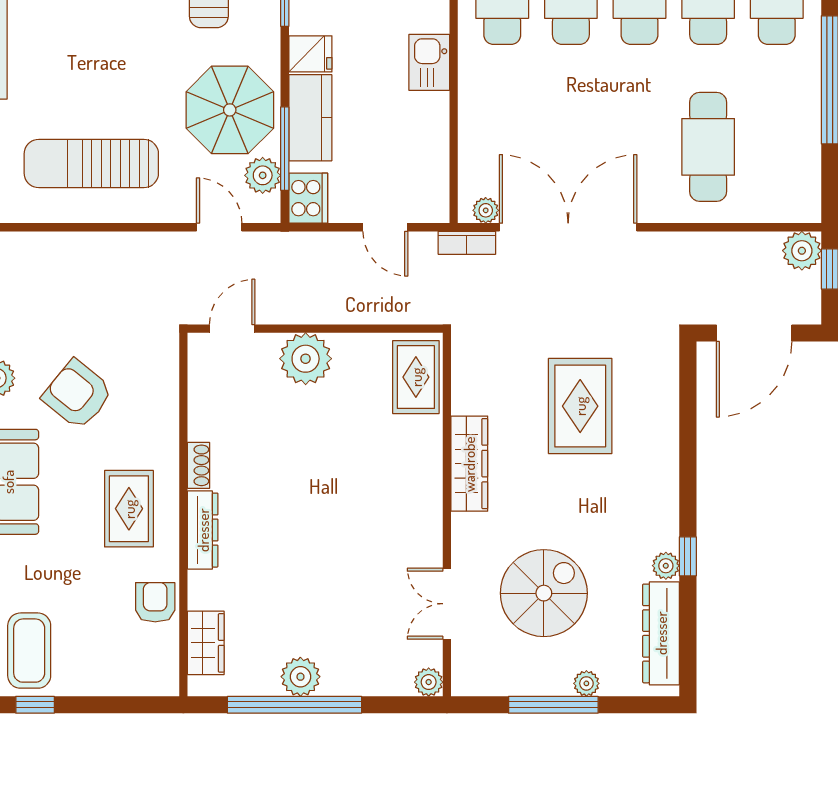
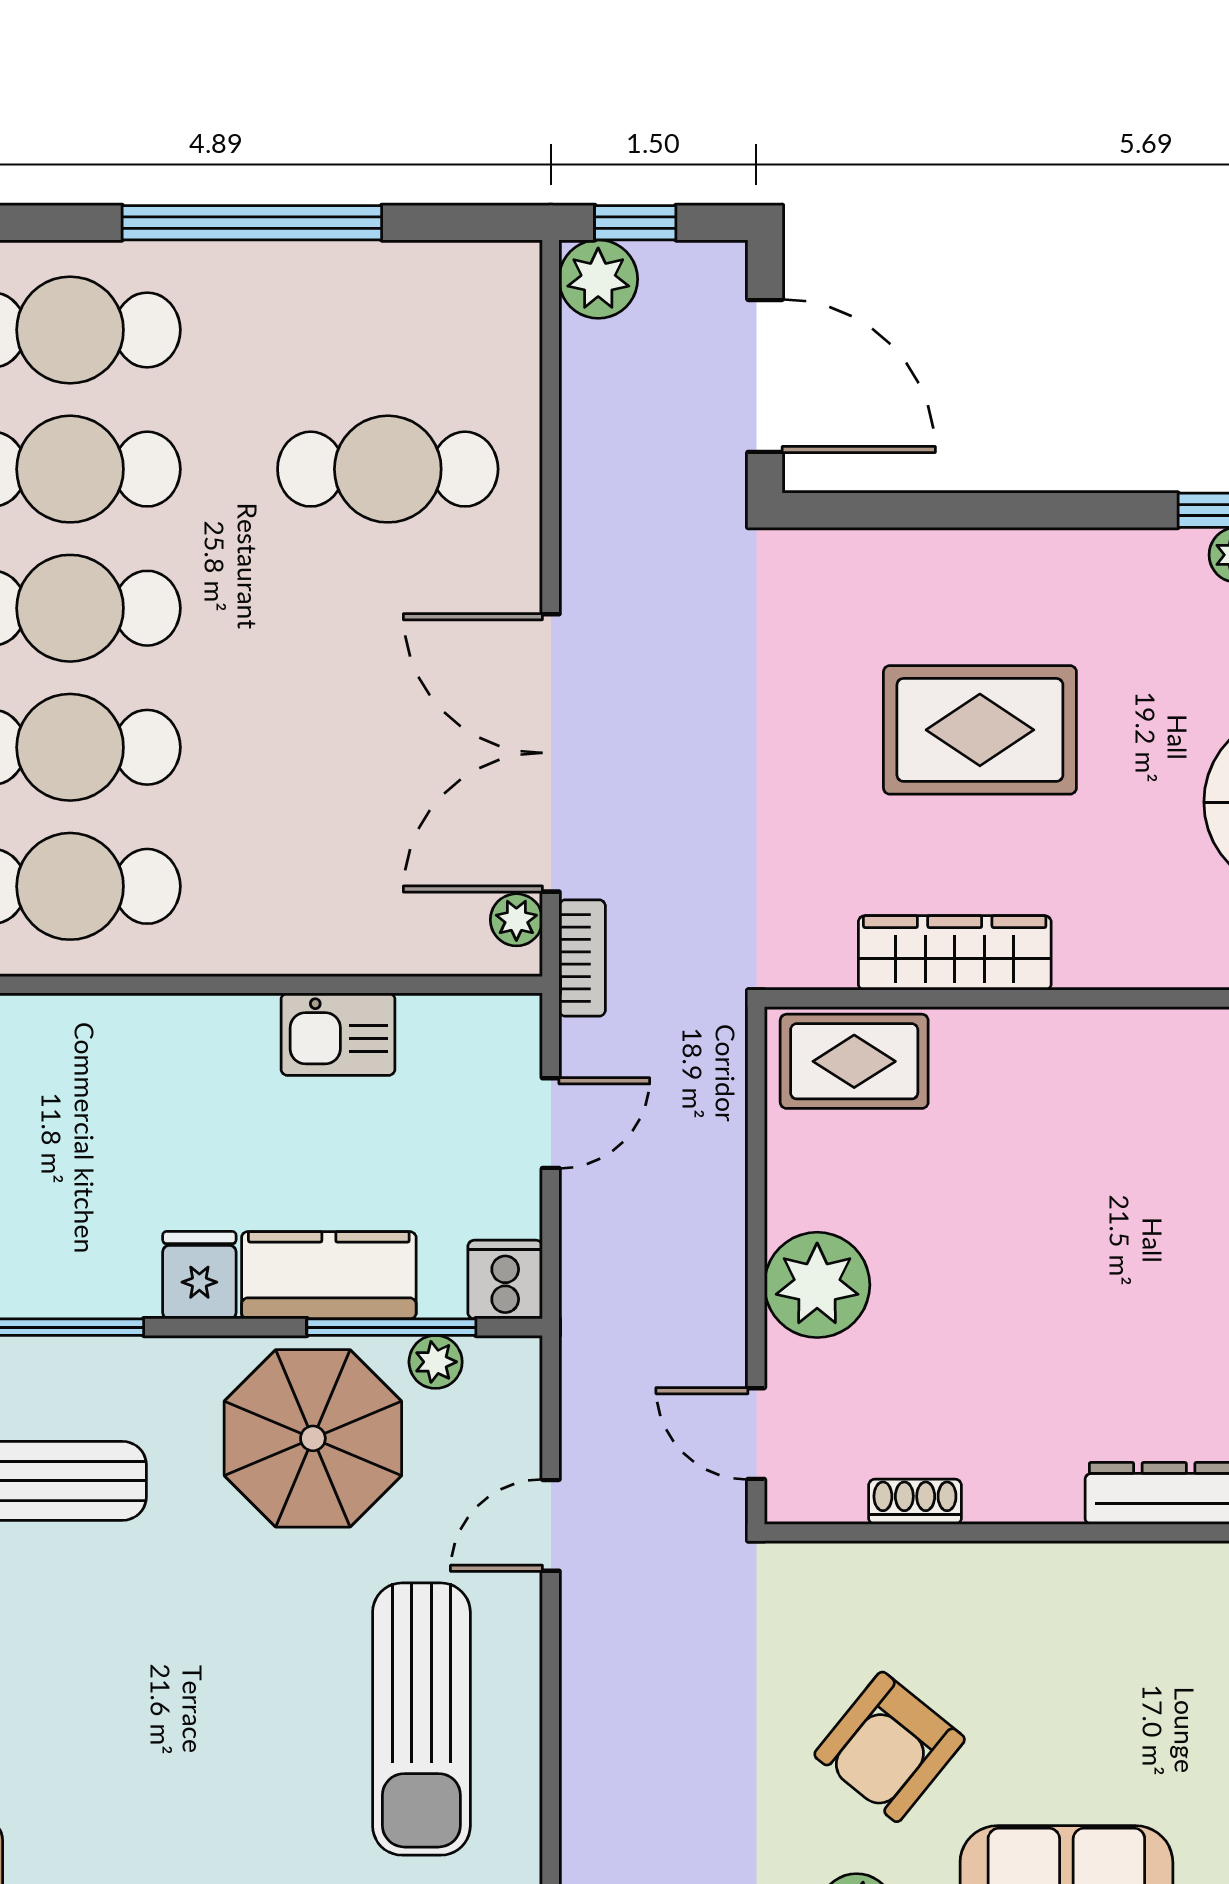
kitchen sink: (429, 62) -> (338, 1034), moved
plant: (263, 175) -> (436, 1362), width x0.73, depth x0.73
cooker: (308, 198) -> (505, 1280), width x0.73
door: (219, 227) -> (551, 1525), moved
rug: (580, 406) -> (980, 730), moved
wardrobe: (469, 464) -> (955, 953), moved
shoe rack: (199, 465) -> (915, 1502), moved
rug: (129, 509) -> (1121, 1643), removed

